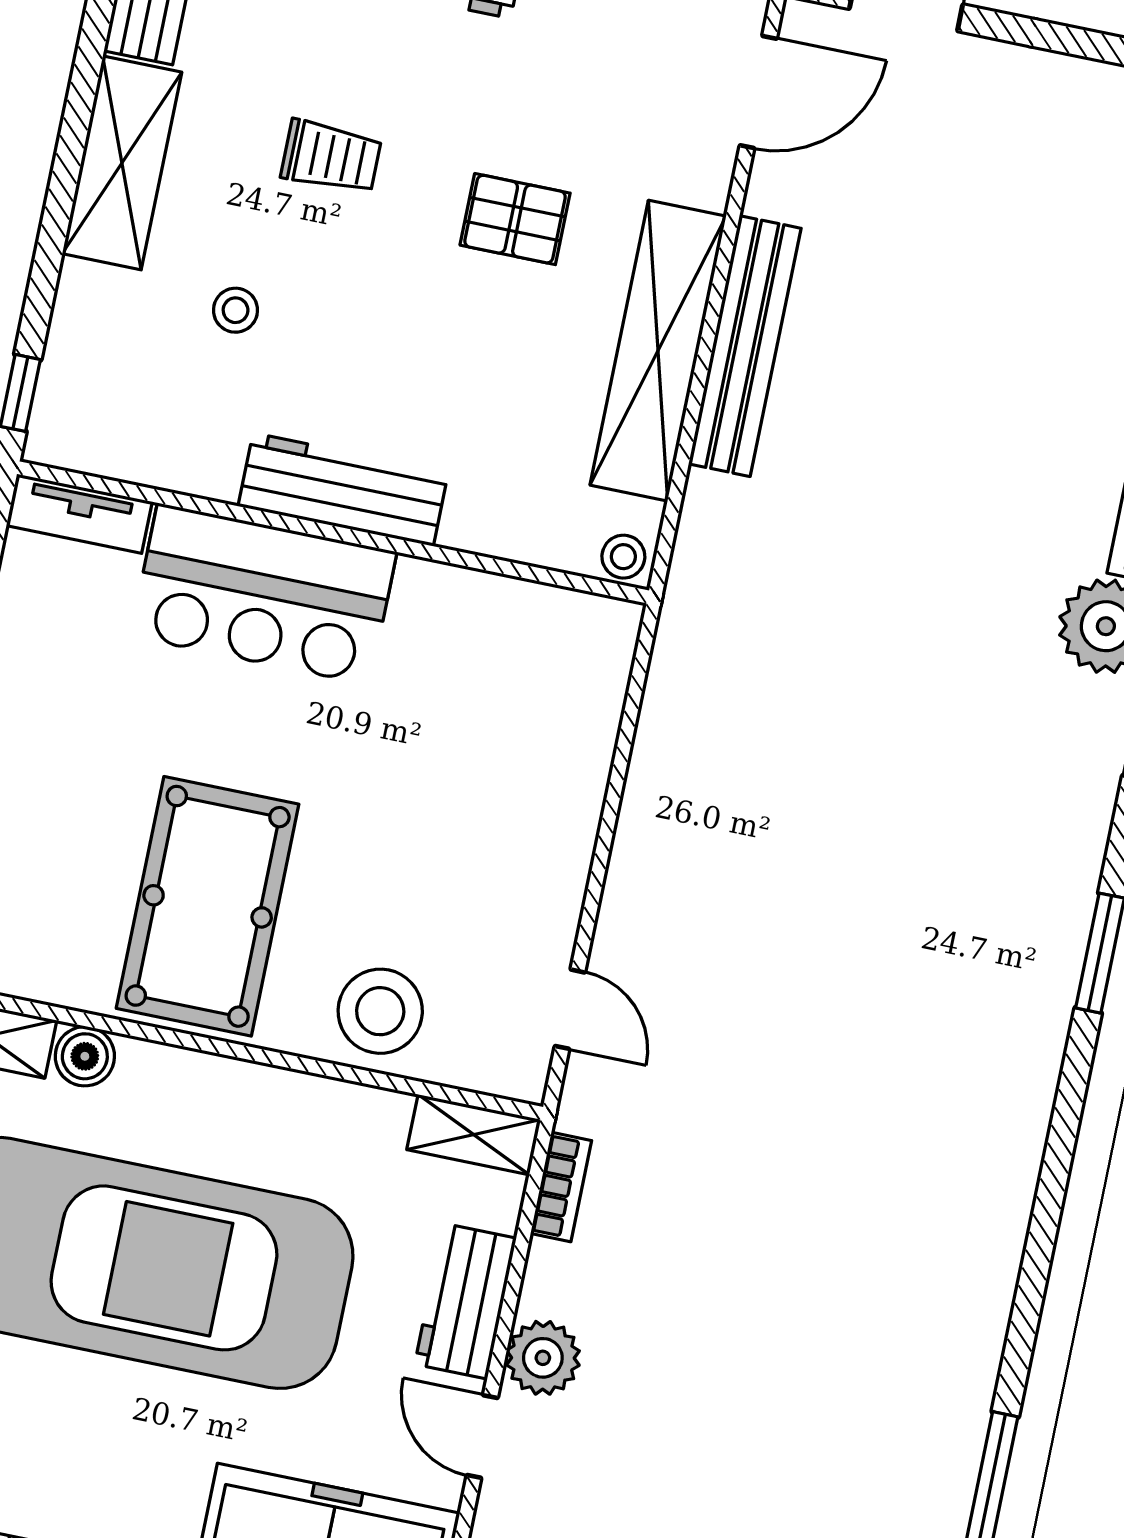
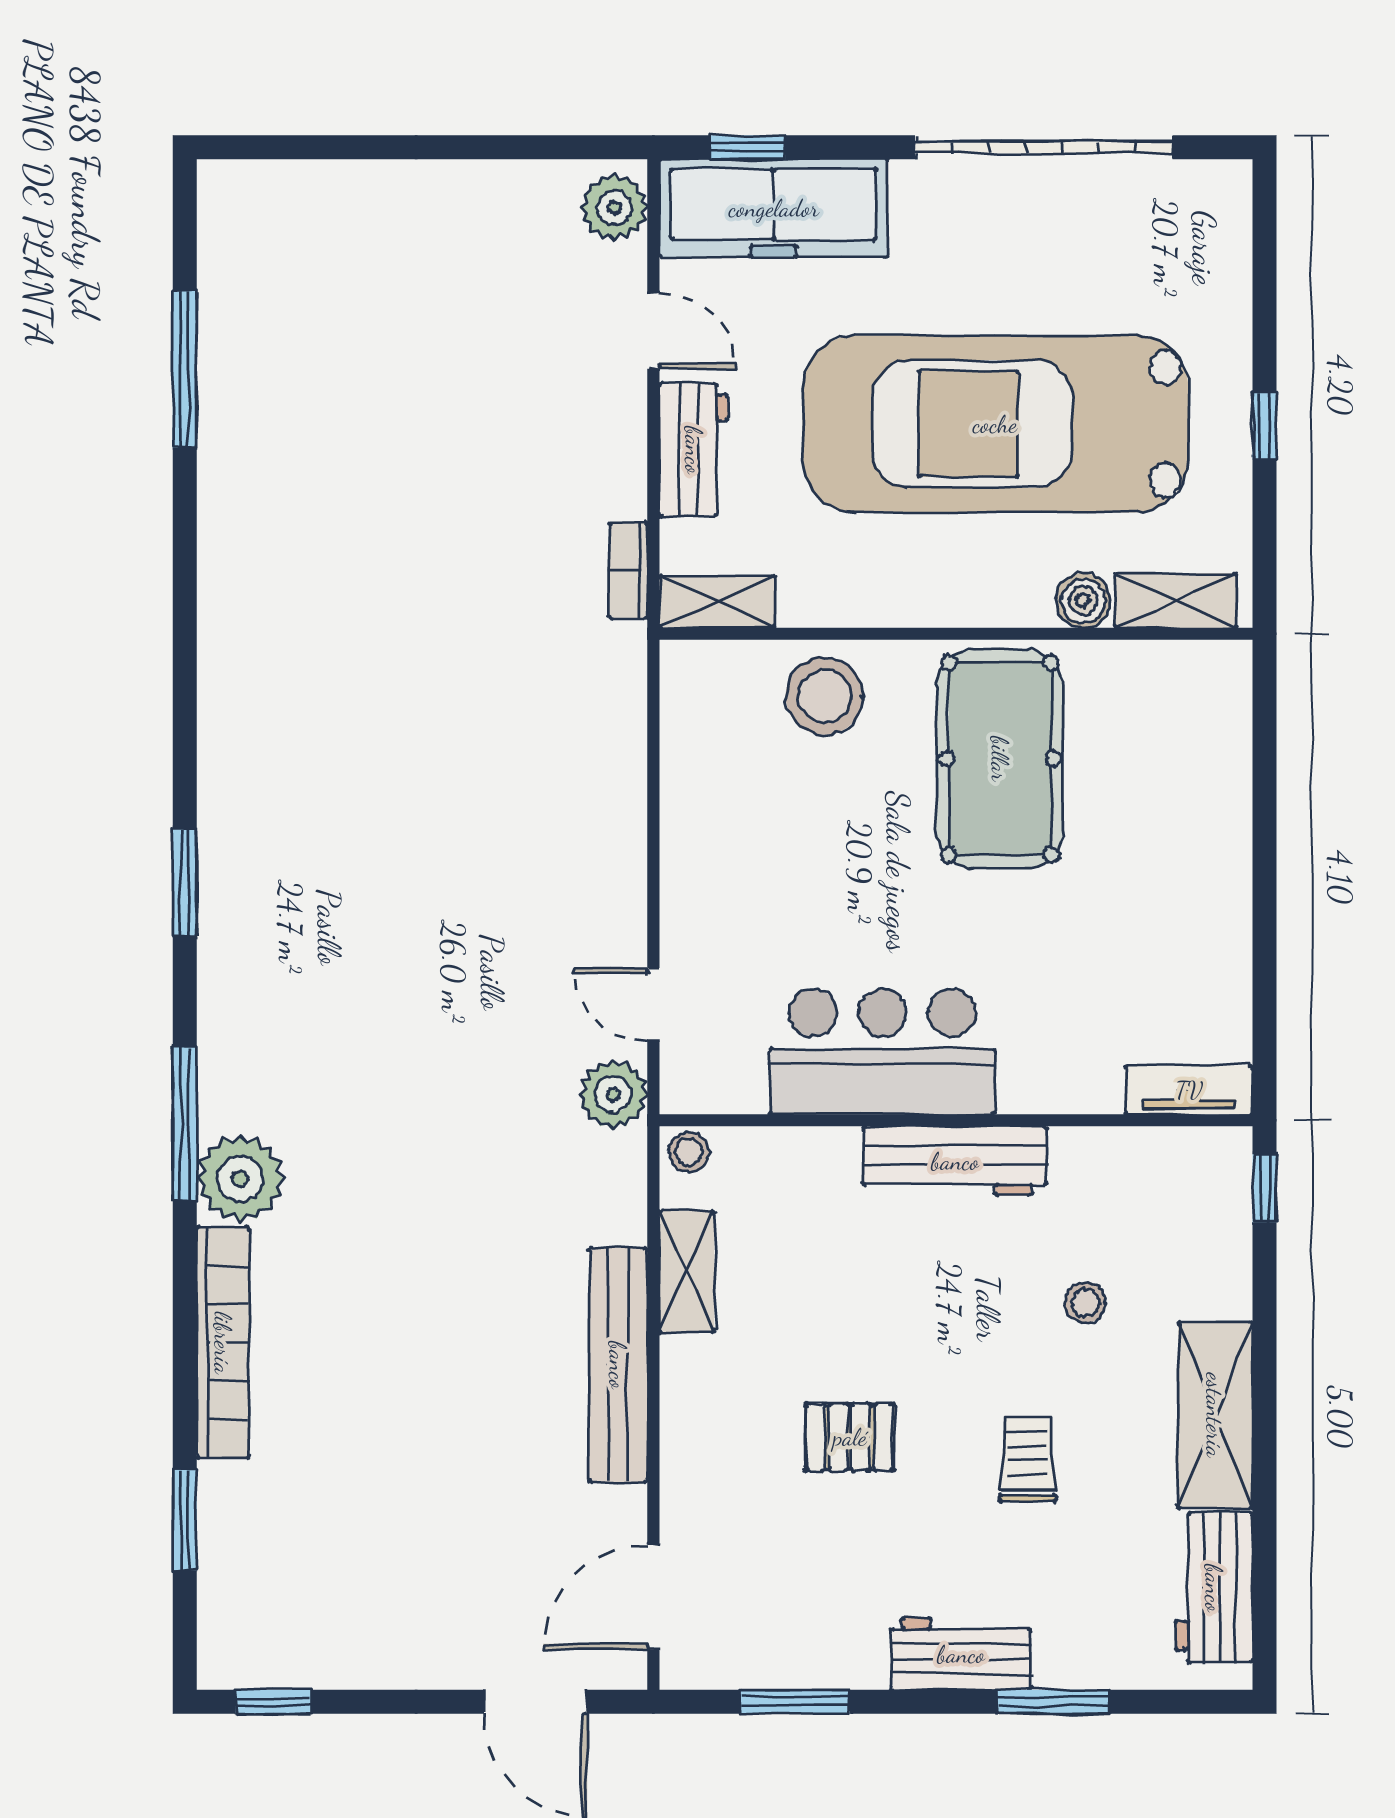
trolley: (331, 157) -> (1027, 1459), turned 90
shelving: (658, 351) -> (687, 1272), width x0.45, depth x0.75
bar counter: (264, 594) -> (882, 1052), moved
door: (570, 1009) -> (653, 1004), moved
plant: (543, 1358) -> (613, 1095), moved

